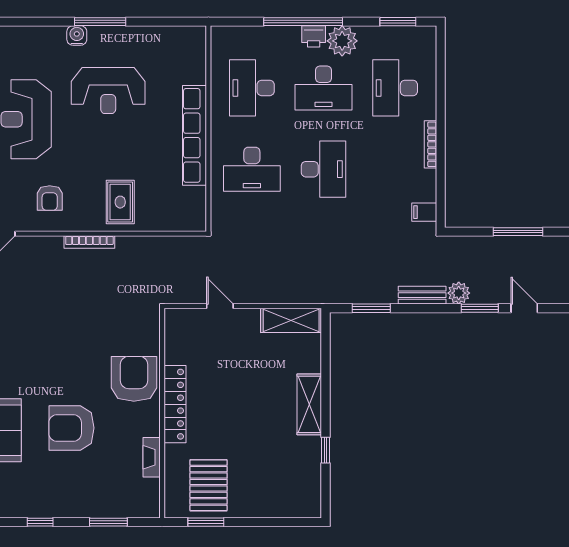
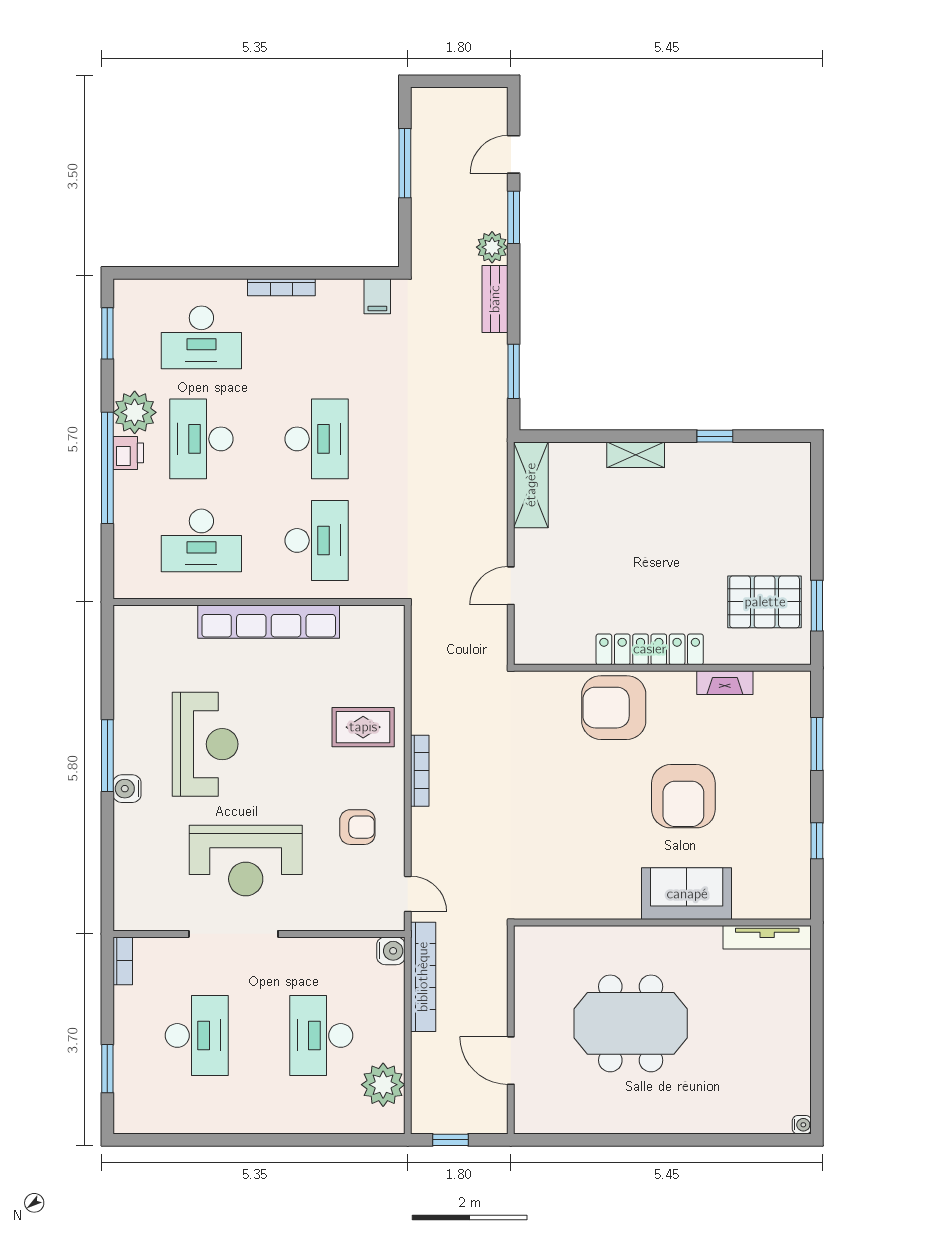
desk: (324, 88) -> (201, 439), turned 180
desk: (324, 169) -> (317, 439), turned 90
shelving: (309, 404) -> (636, 455), width x0.67, depth x0.75

